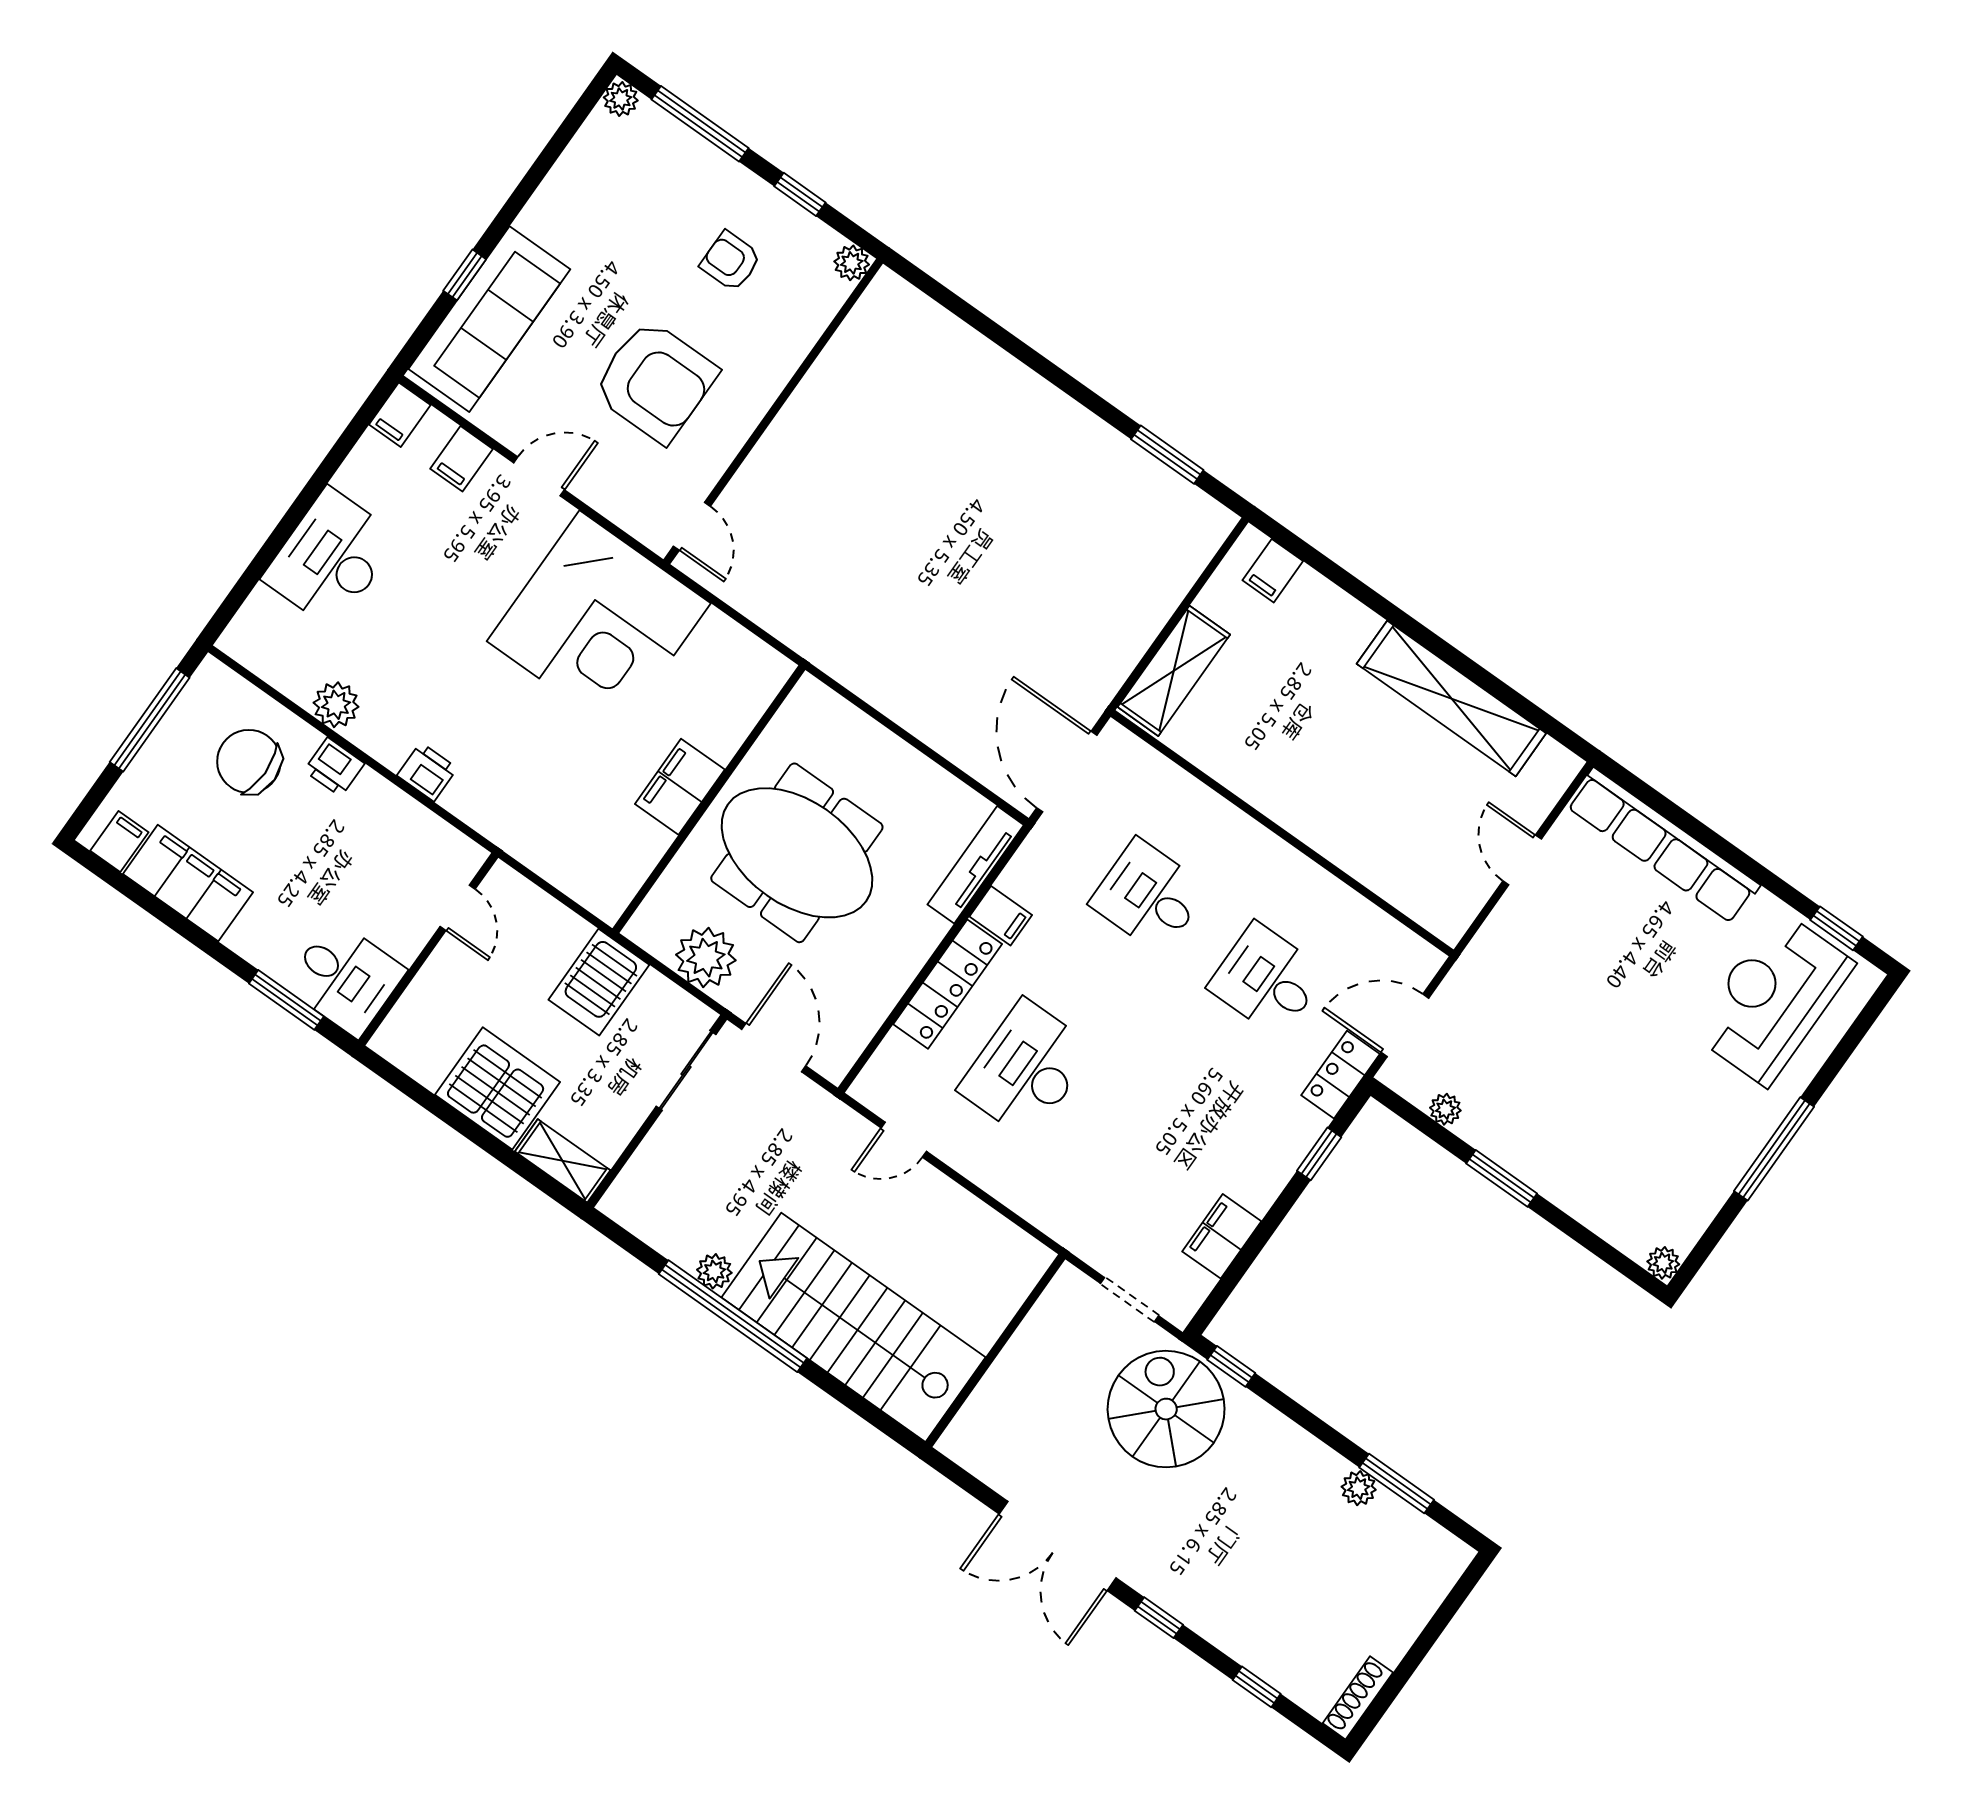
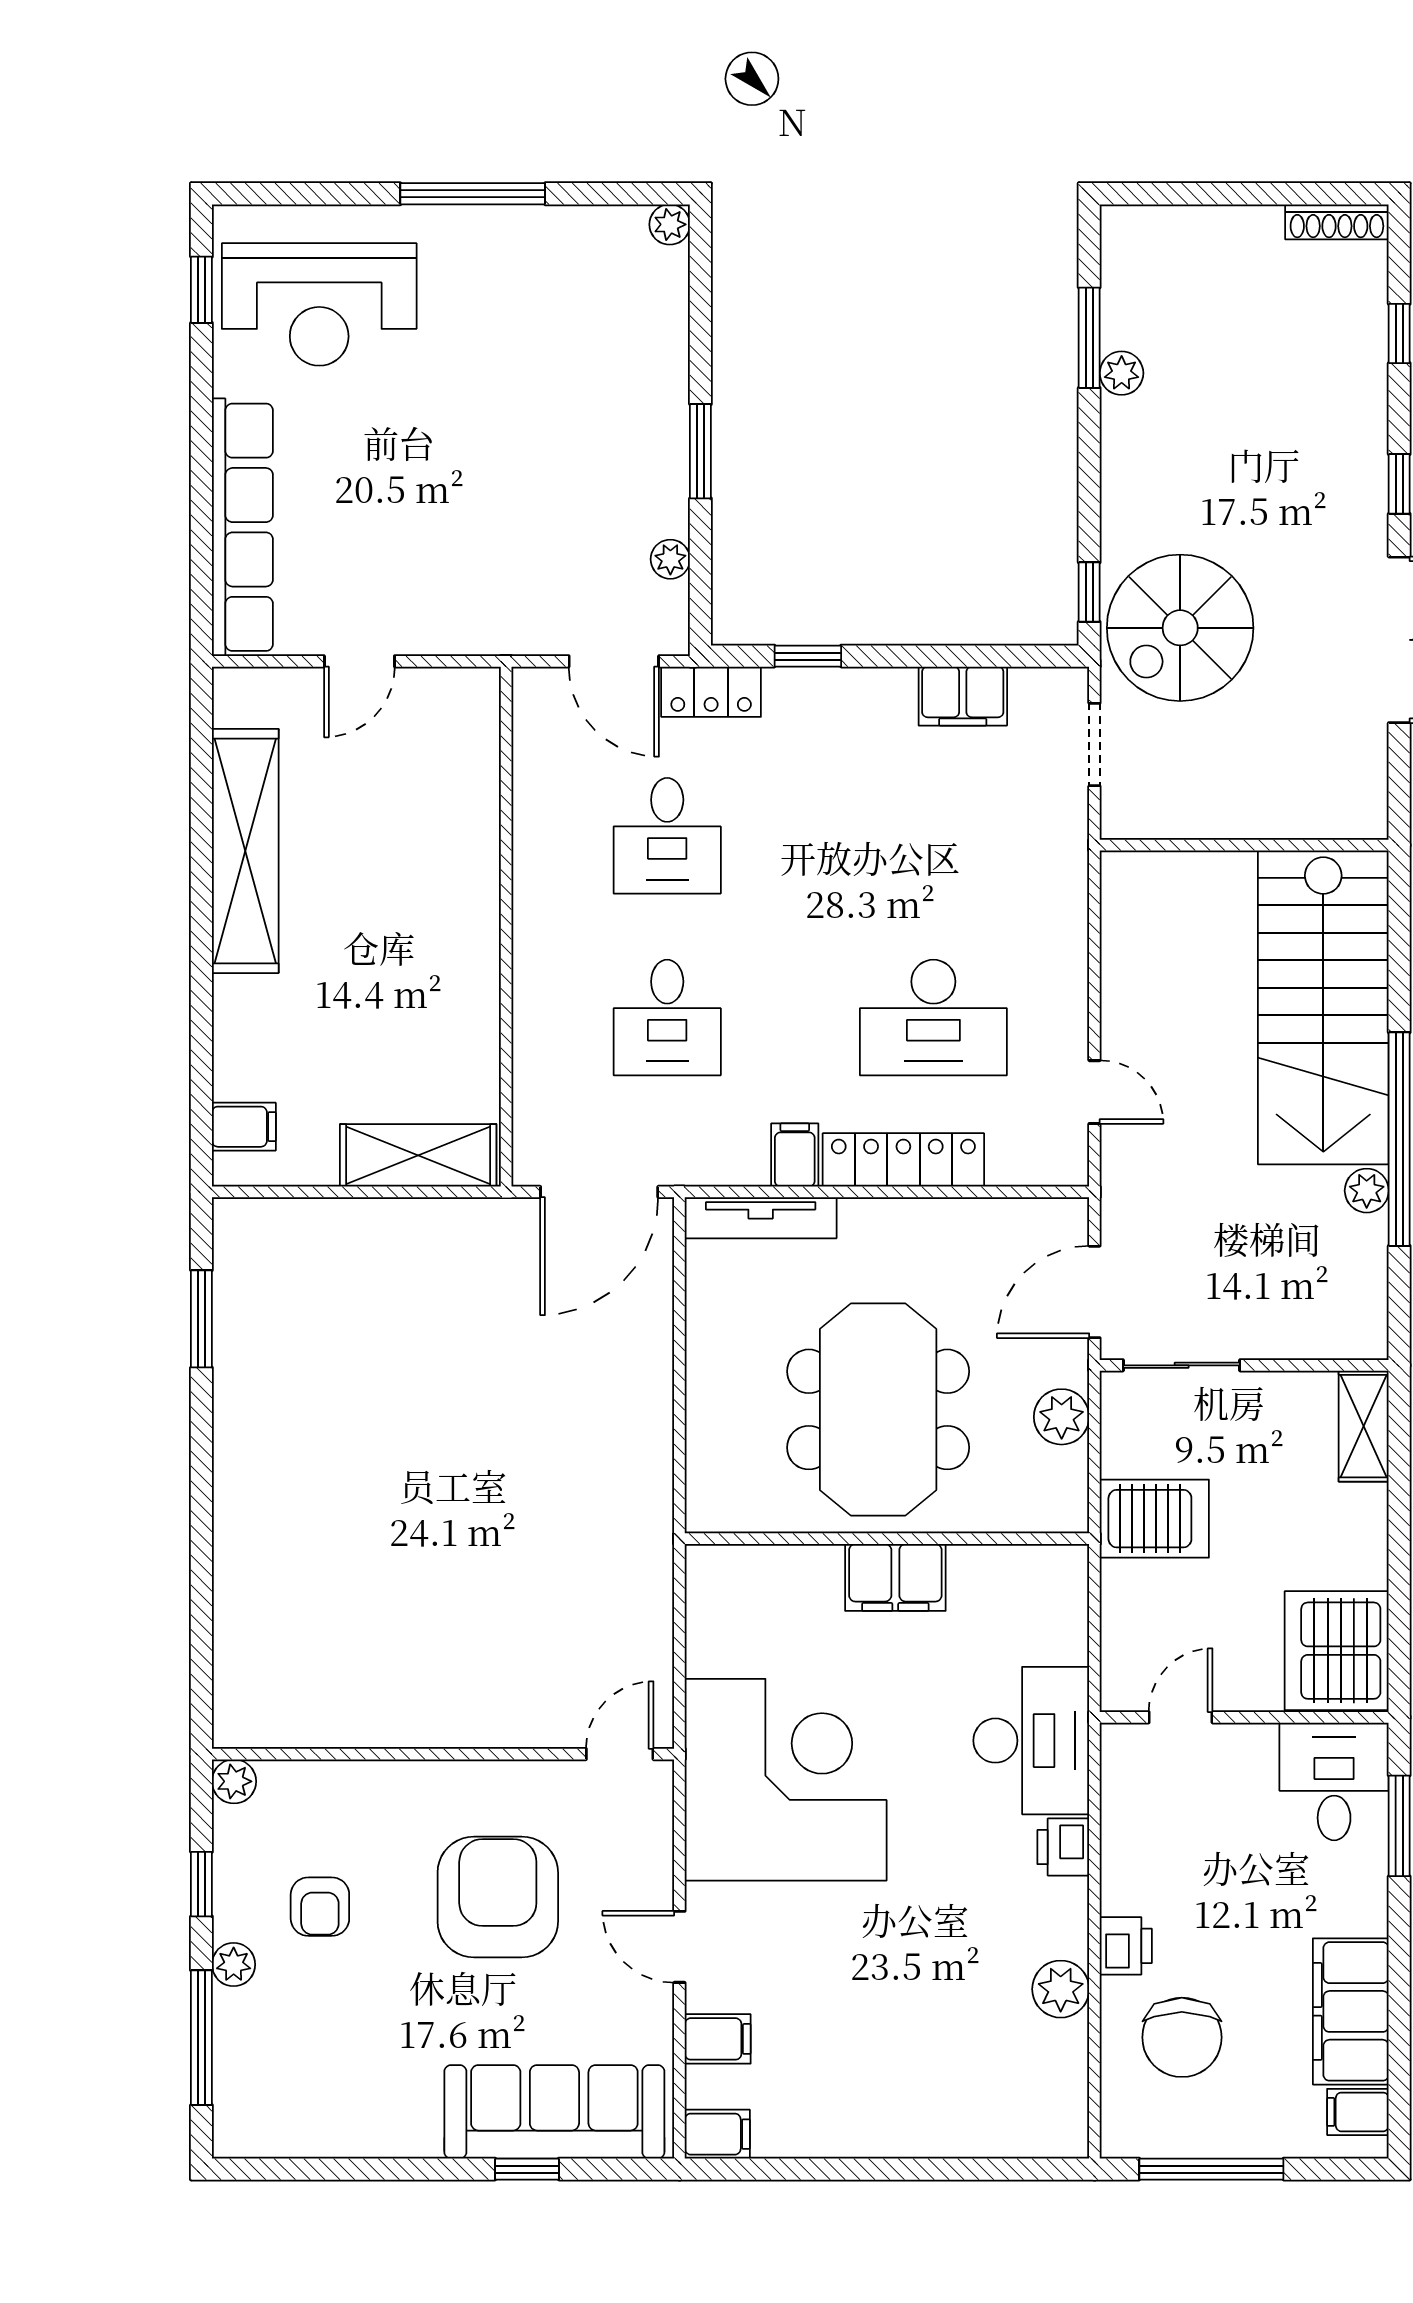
plant: (621, 99) -> (234, 1965), moved
desk: (331, 558) -> (1031, 1741), moved, turned -90
plant: (706, 958) -> (1062, 1417), width x0.73, depth x0.73
server rack: (497, 1088) -> (1337, 1651), moved

